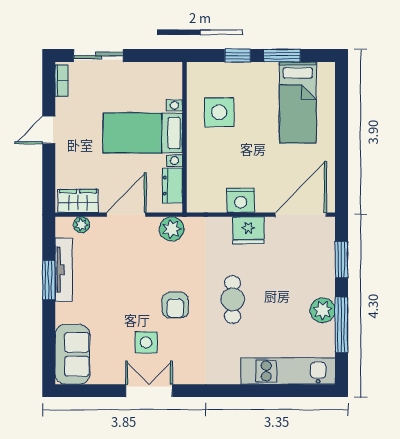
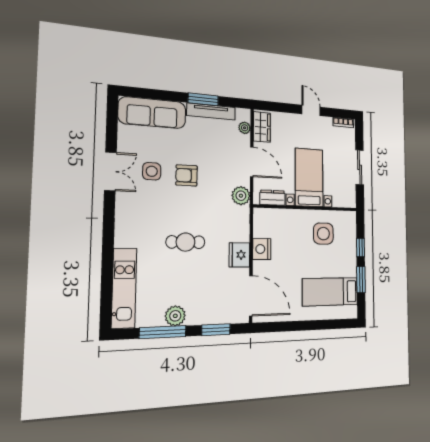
sliding door: (99, 56) -> (360, 167), moved
armchair: (175, 305) -> (187, 175), moved
sofa: (72, 354) -> (152, 113), width x1.36

